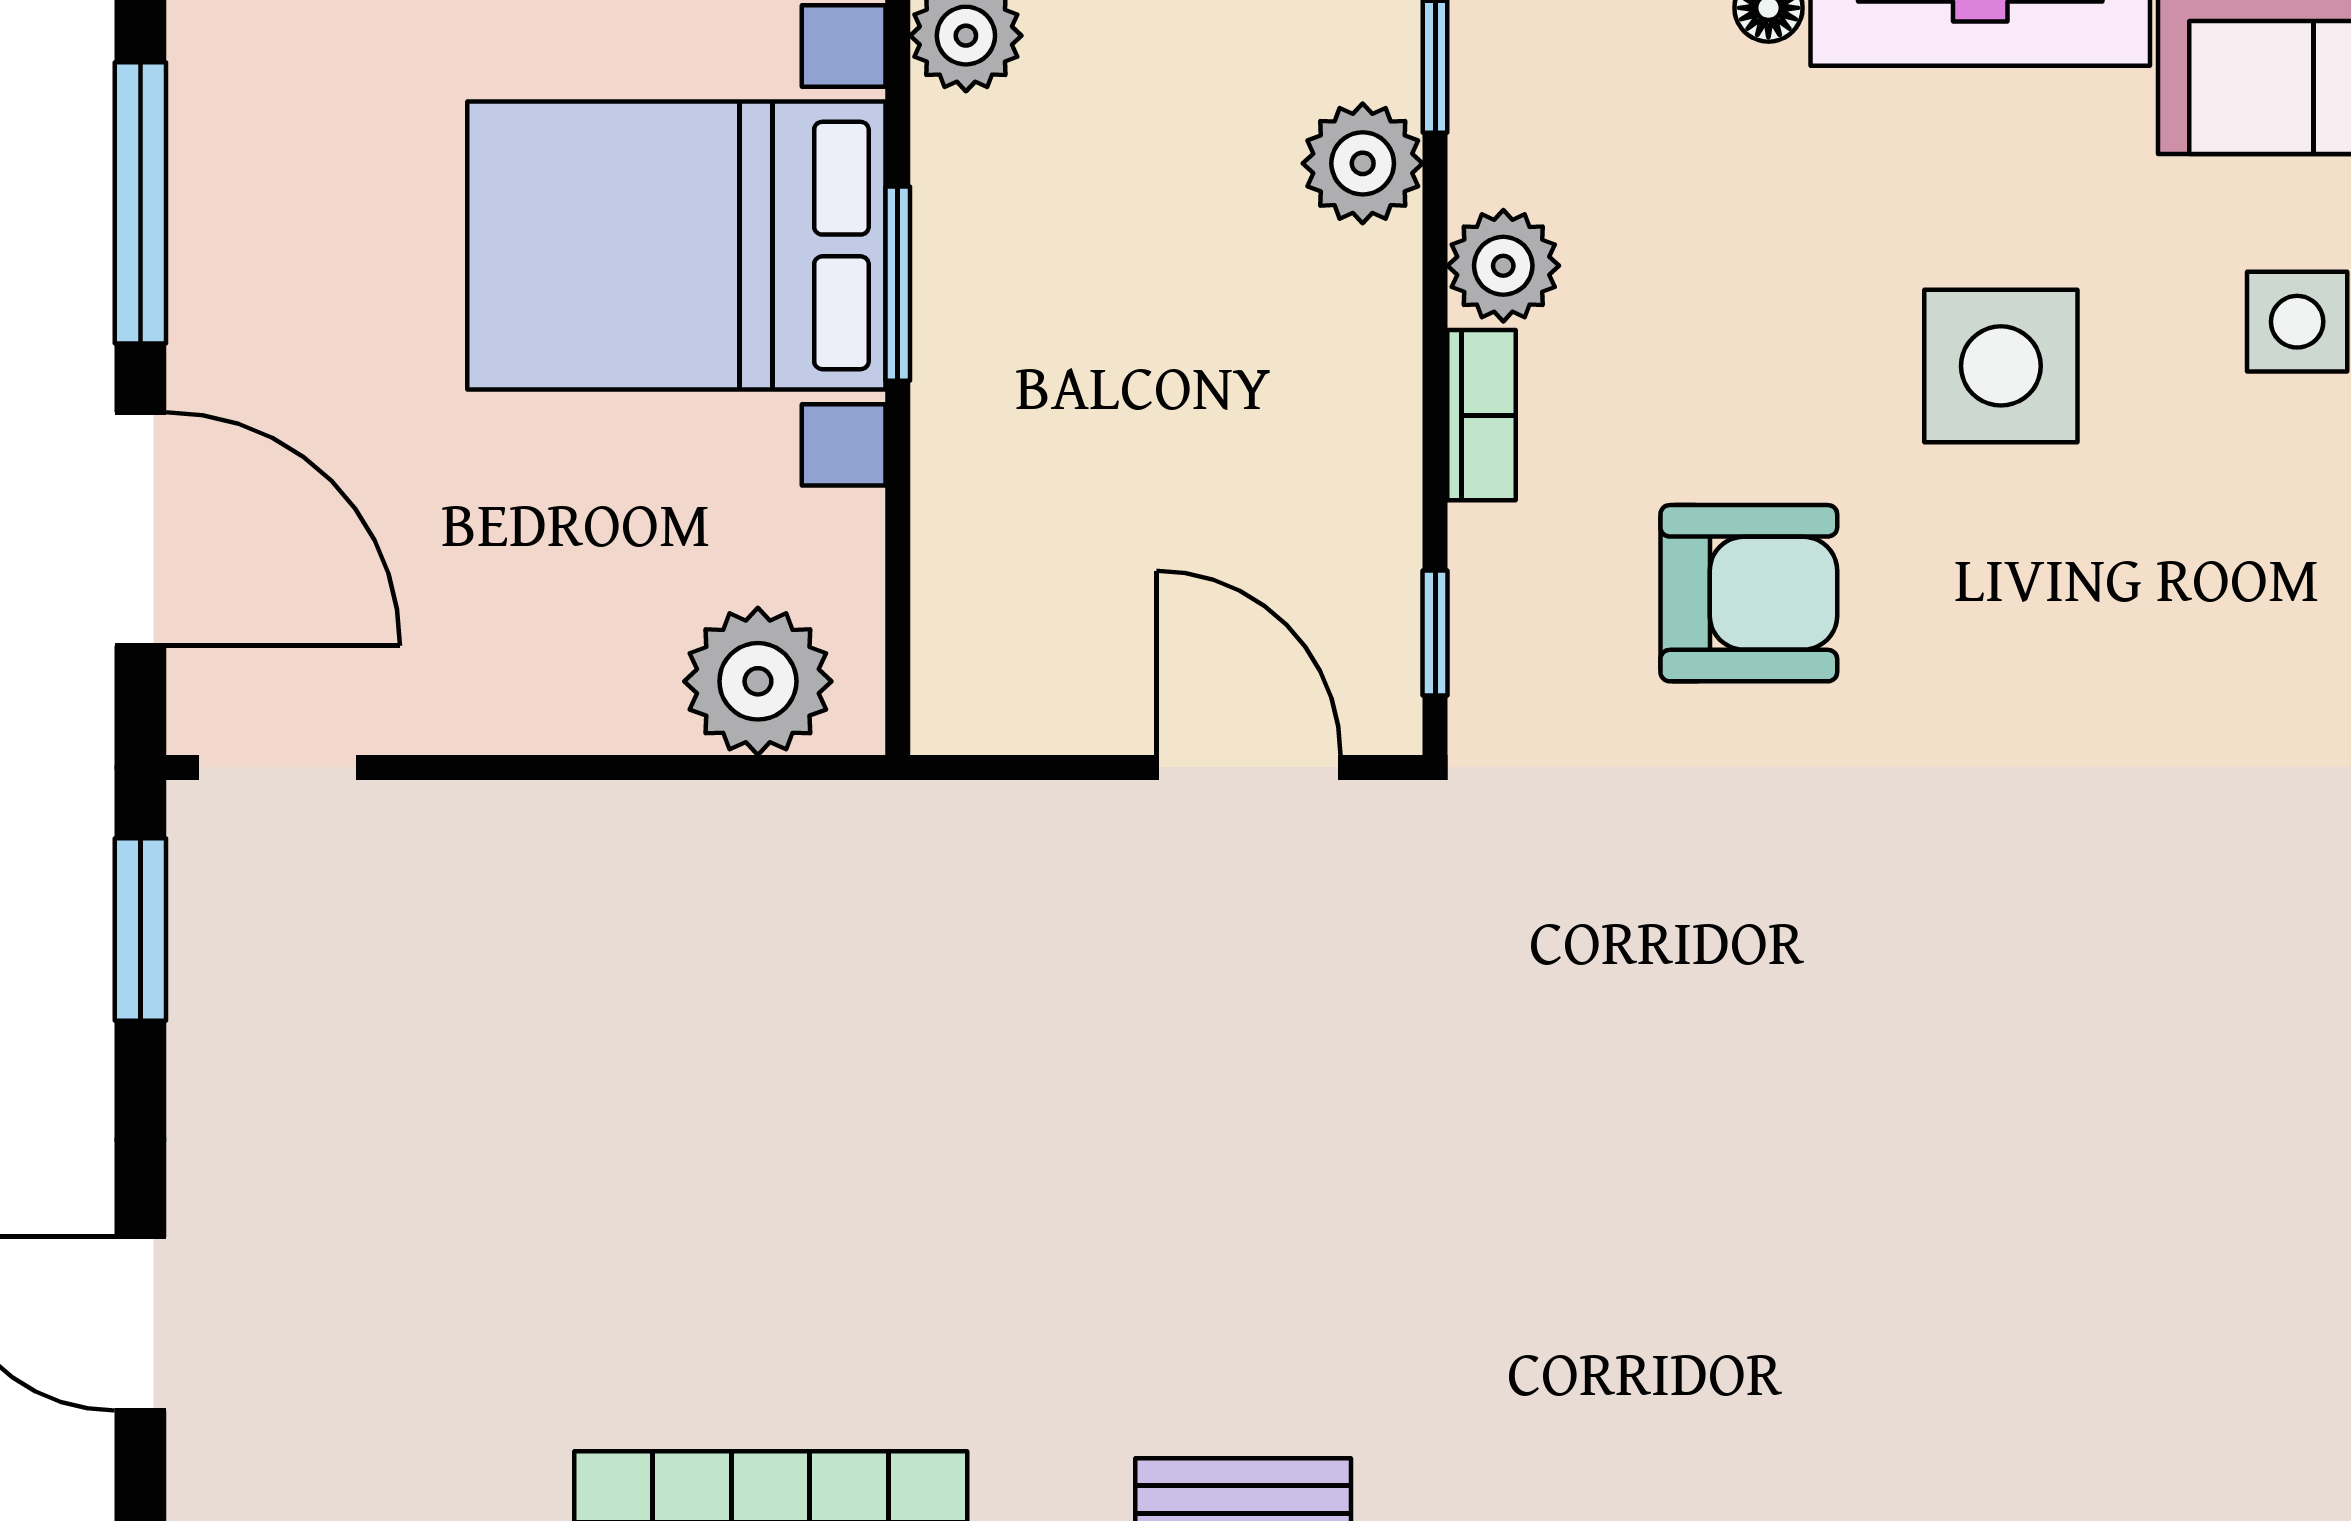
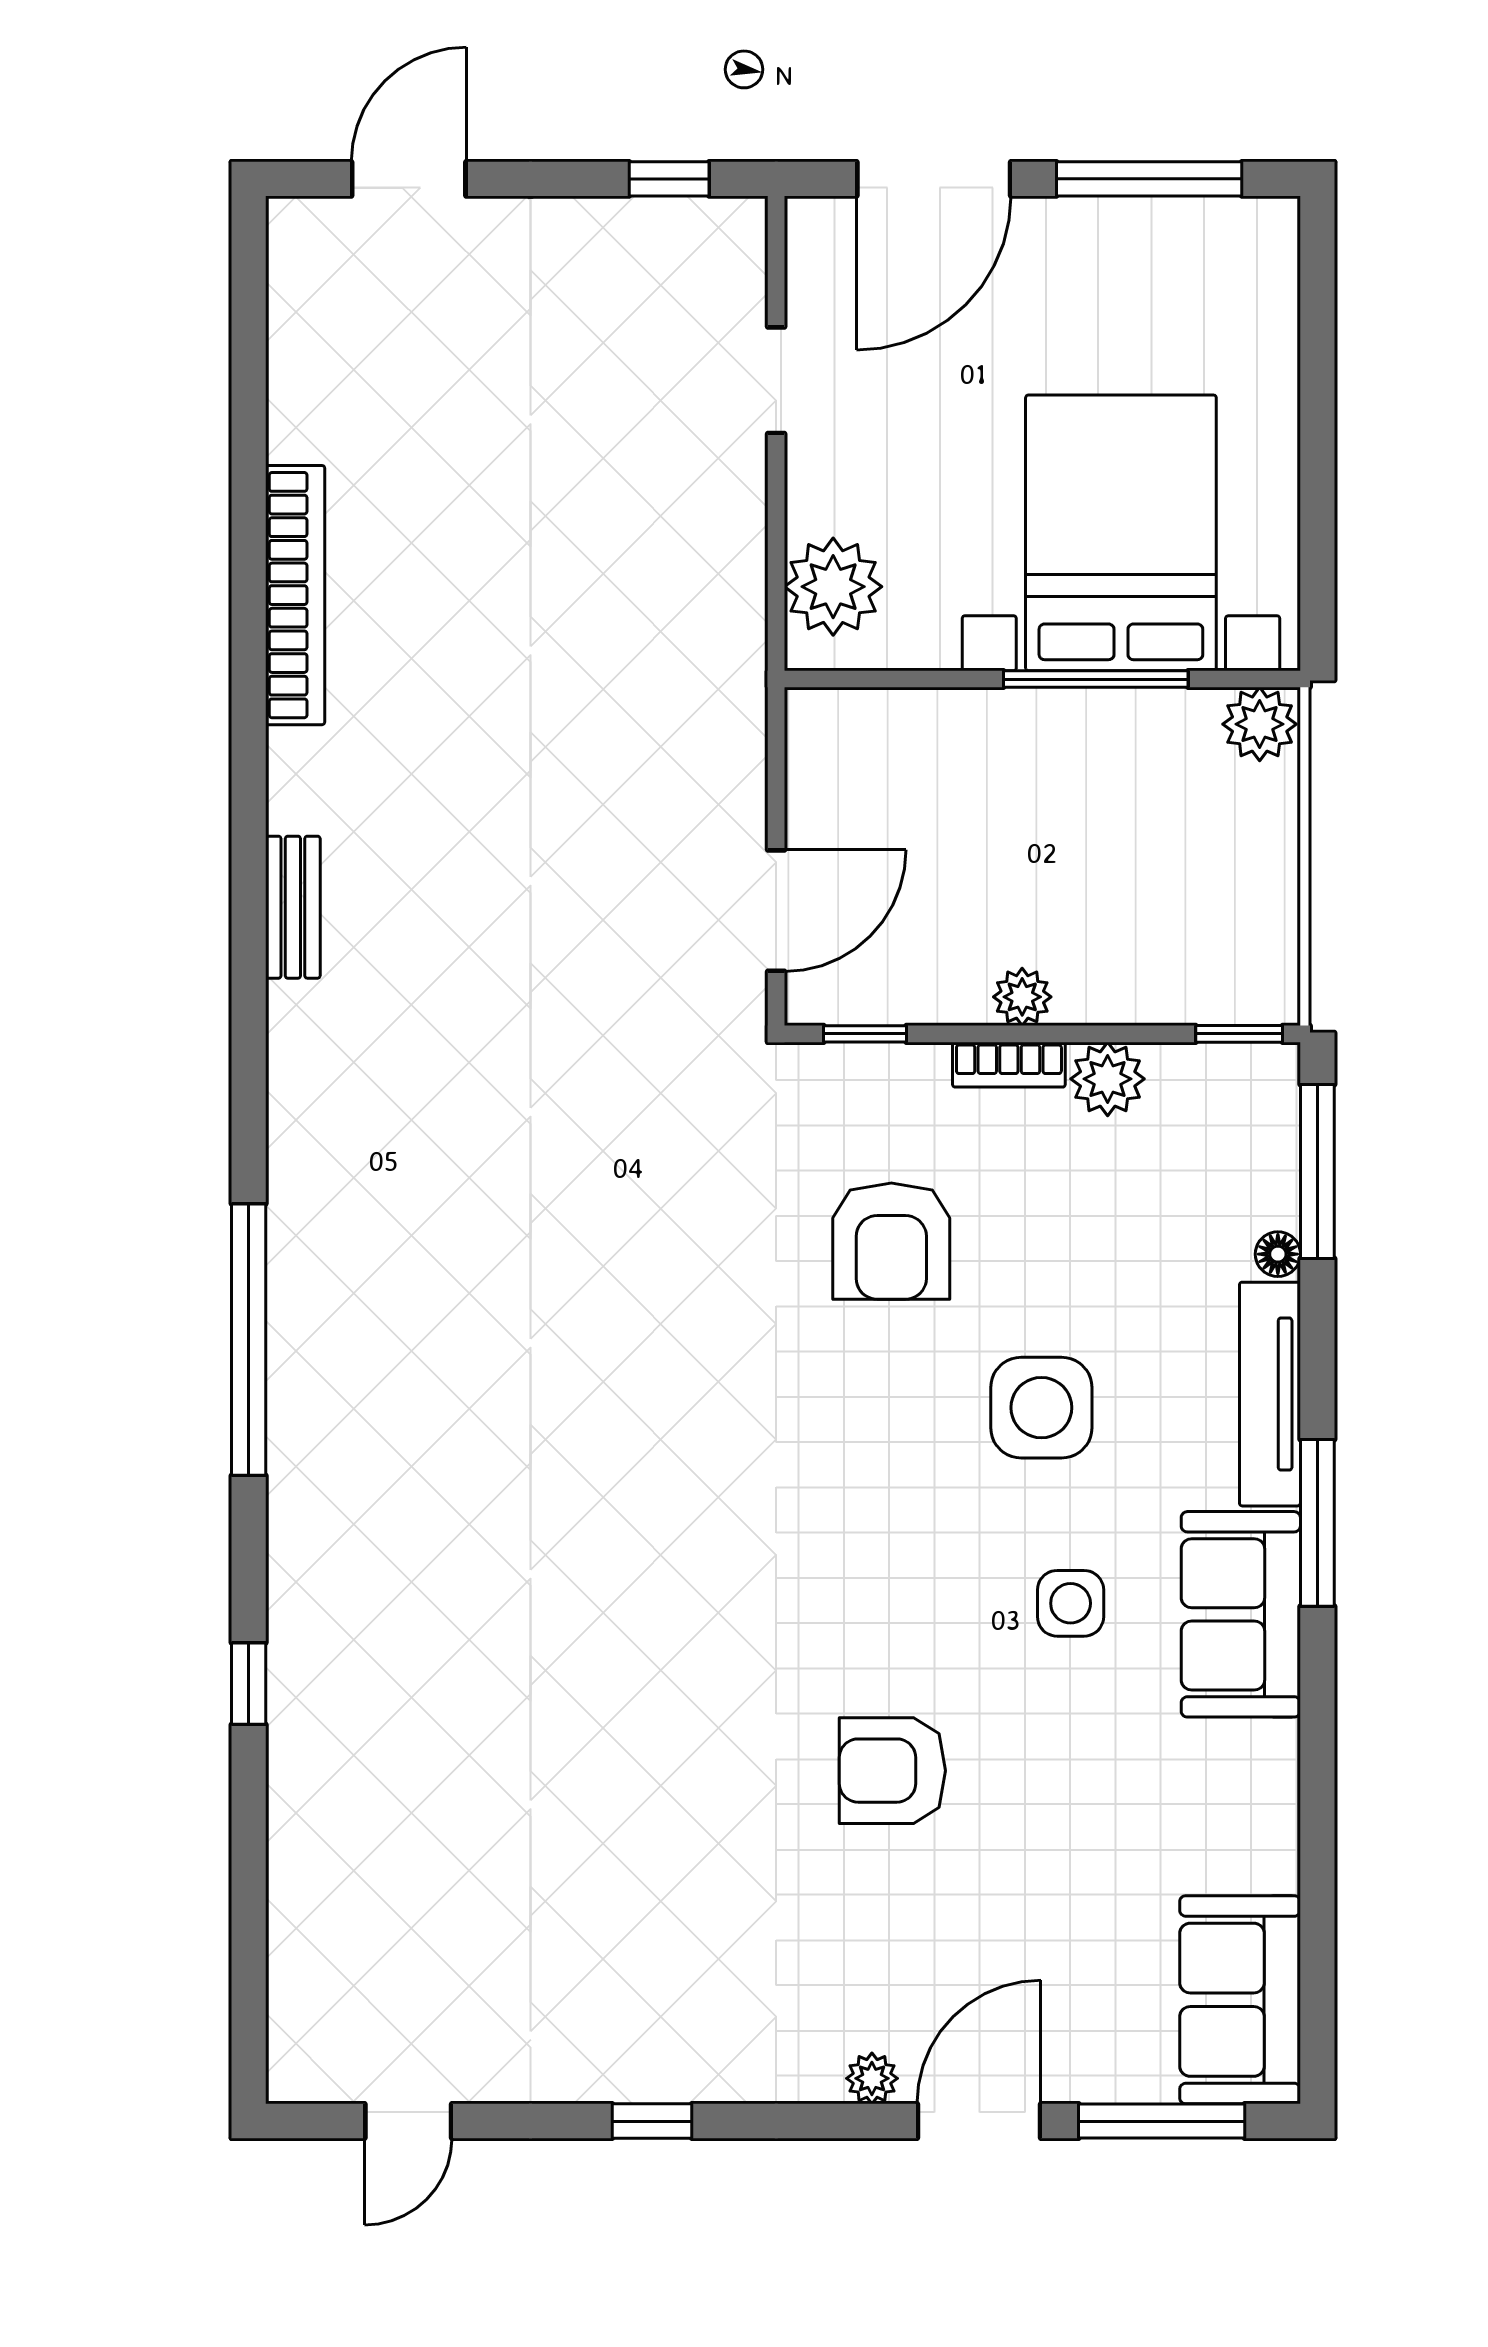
plant: (1363, 163) -> (1022, 997), moved, width x0.73, depth x0.73
window: (898, 284) -> (1096, 679), width x1.44
doorway: (278, 767) -> (776, 380), moved
window: (140, 930) -> (669, 179), width x0.67

